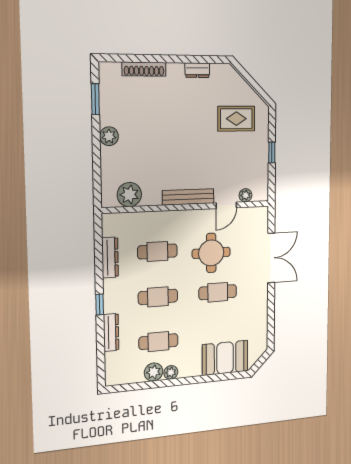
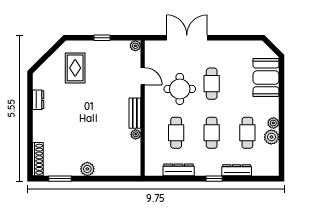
shoe rack: (144, 69) -> (38, 159), moved
plant: (129, 195) -> (136, 134), moved, width x0.53, depth x0.53
plant: (246, 195) -> (135, 46), moved
bench: (188, 197) -> (135, 113), width x0.73

